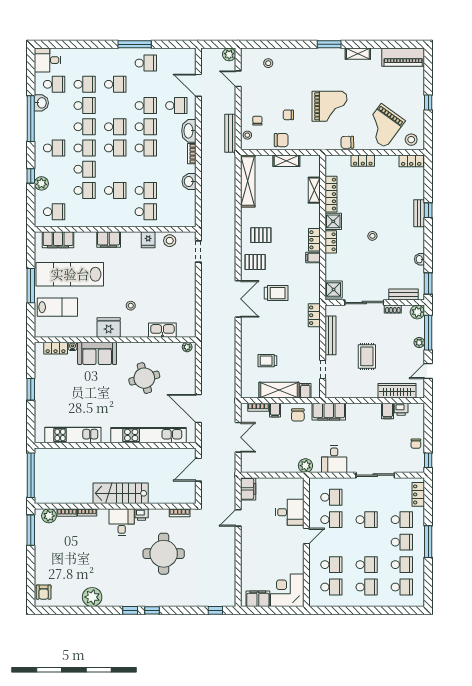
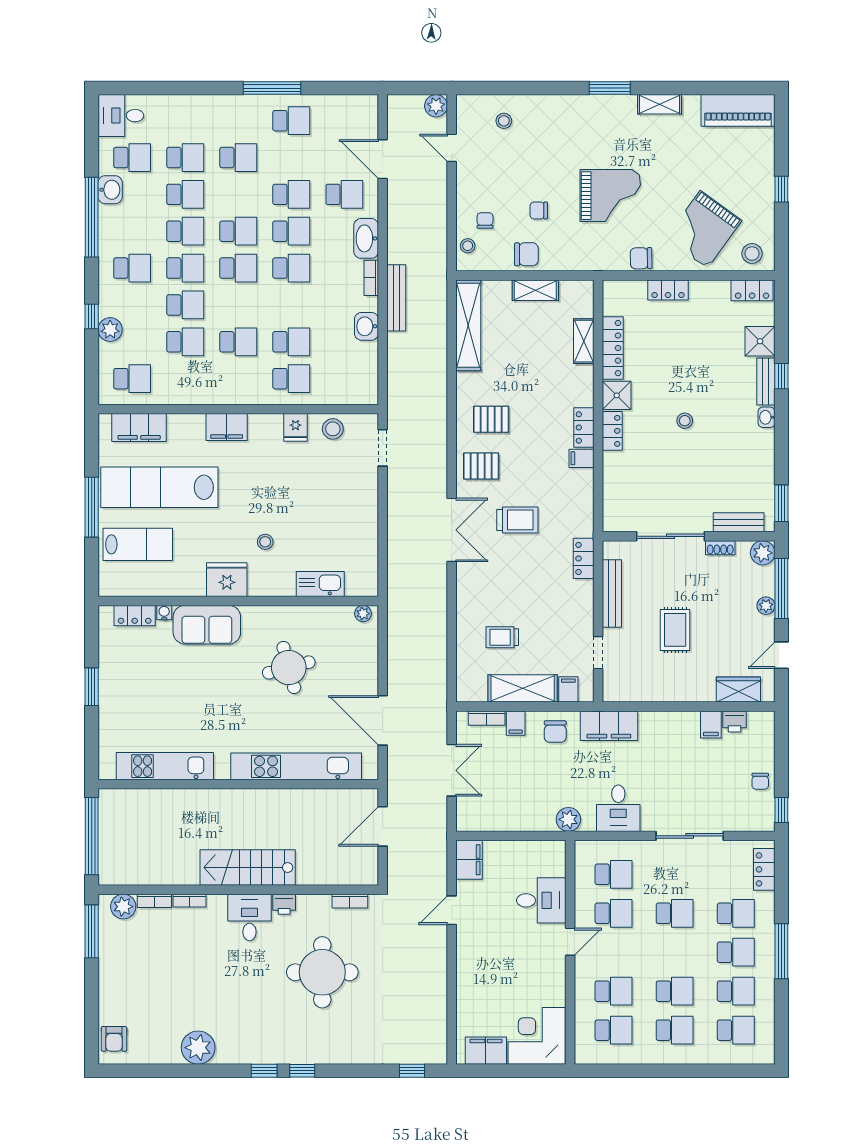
bench: (230, 133) -> (396, 298), moved
washbasin: (420, 259) -> (767, 417), moved
shower: (334, 290) -> (760, 341), moved
wardrobe: (397, 391) -> (738, 690), width x0.67

